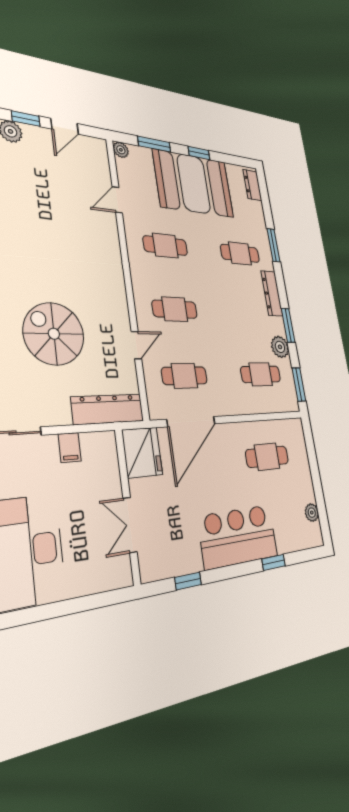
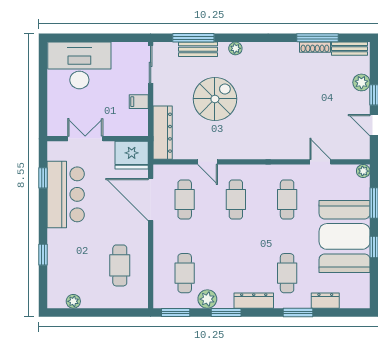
dresser: (252, 185) -> (325, 301), moved
bar counter: (238, 536) -> (66, 194), moved

